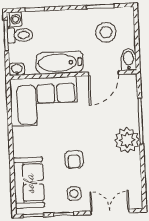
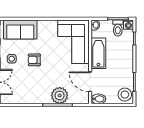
stool: (106, 32) -> (125, 95), moved
plant: (127, 140) -> (60, 95), moved

